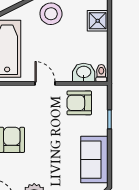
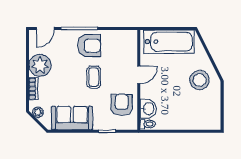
shower: (98, 21) -> (194, 121), removed
coffee table: (48, 135) -> (94, 77), added

